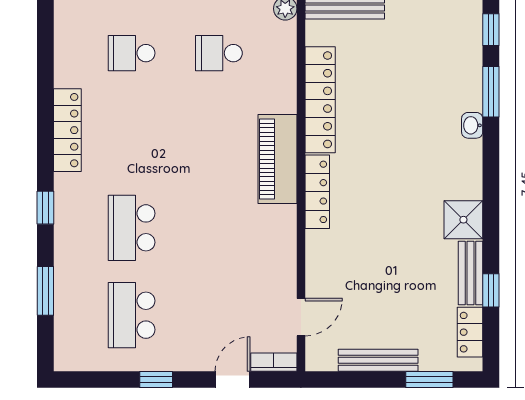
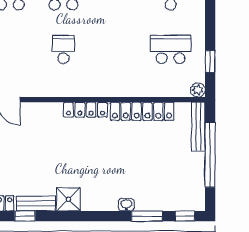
school desk: (219, 53) -> (171, 49), width x1.85
piano: (277, 159) -> (106, 85), removed
school desk: (219, 228) -> (63, 49), added

